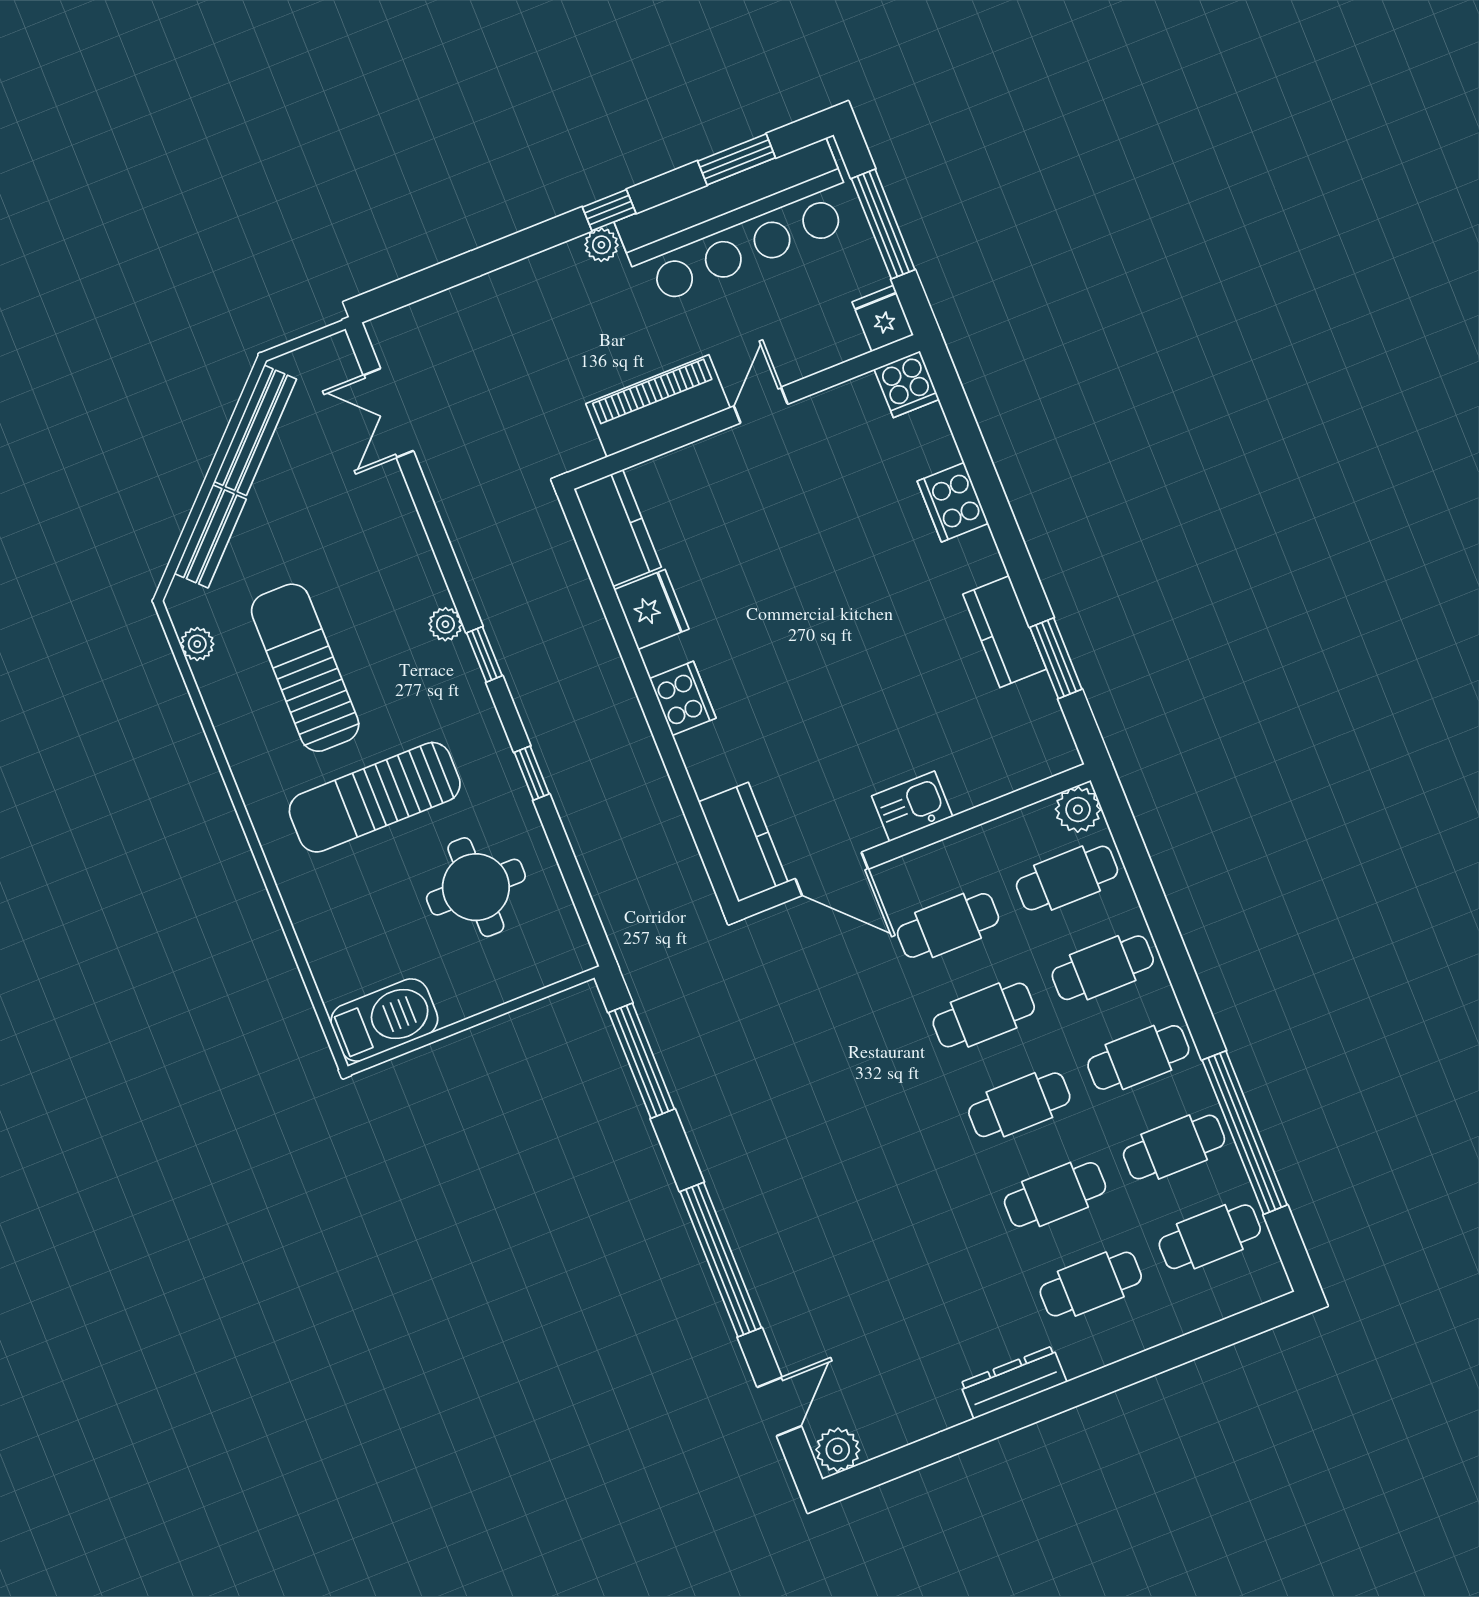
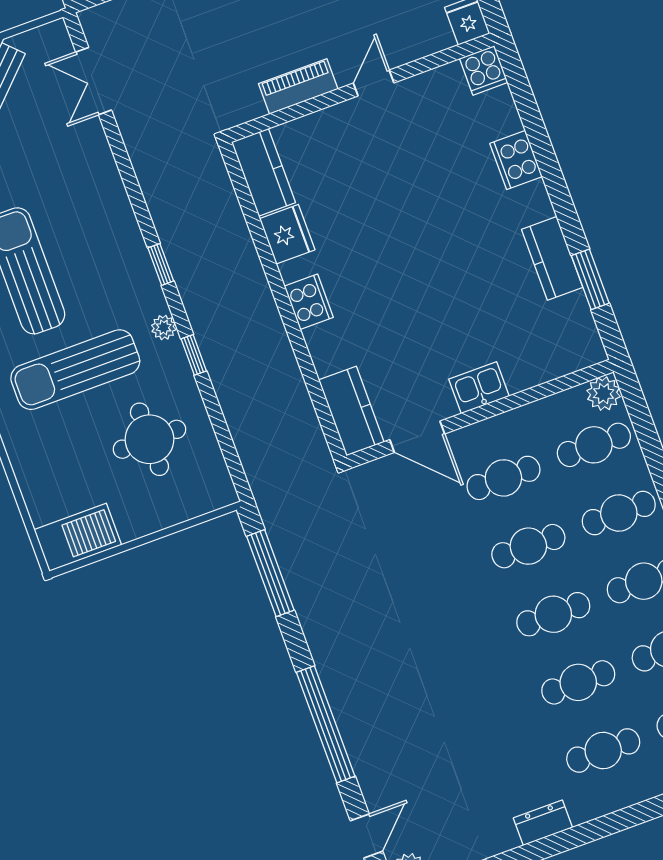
piano: (658, 406) -> (298, 86), width x0.73, depth x0.75
plant: (445, 624) -> (164, 327), moved
dresser: (1013, 1382) -> (543, 823), width x0.70

